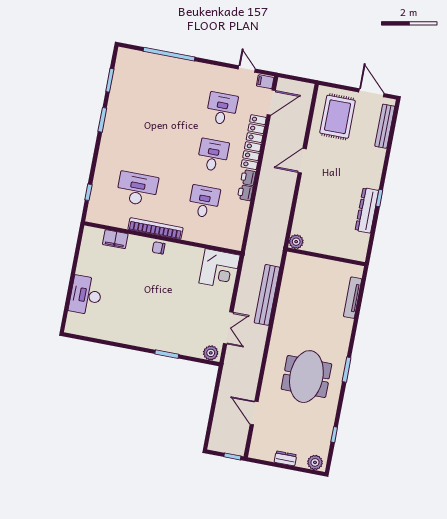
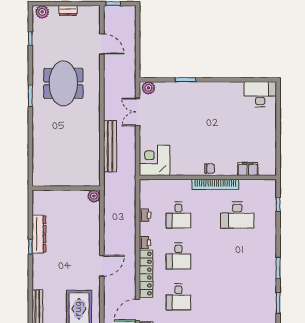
printer: (245, 193) -> (145, 215), moved
desk: (86, 295) -> (260, 94), moved, turned -90
tv unit: (353, 298) -> (37, 158), removed

